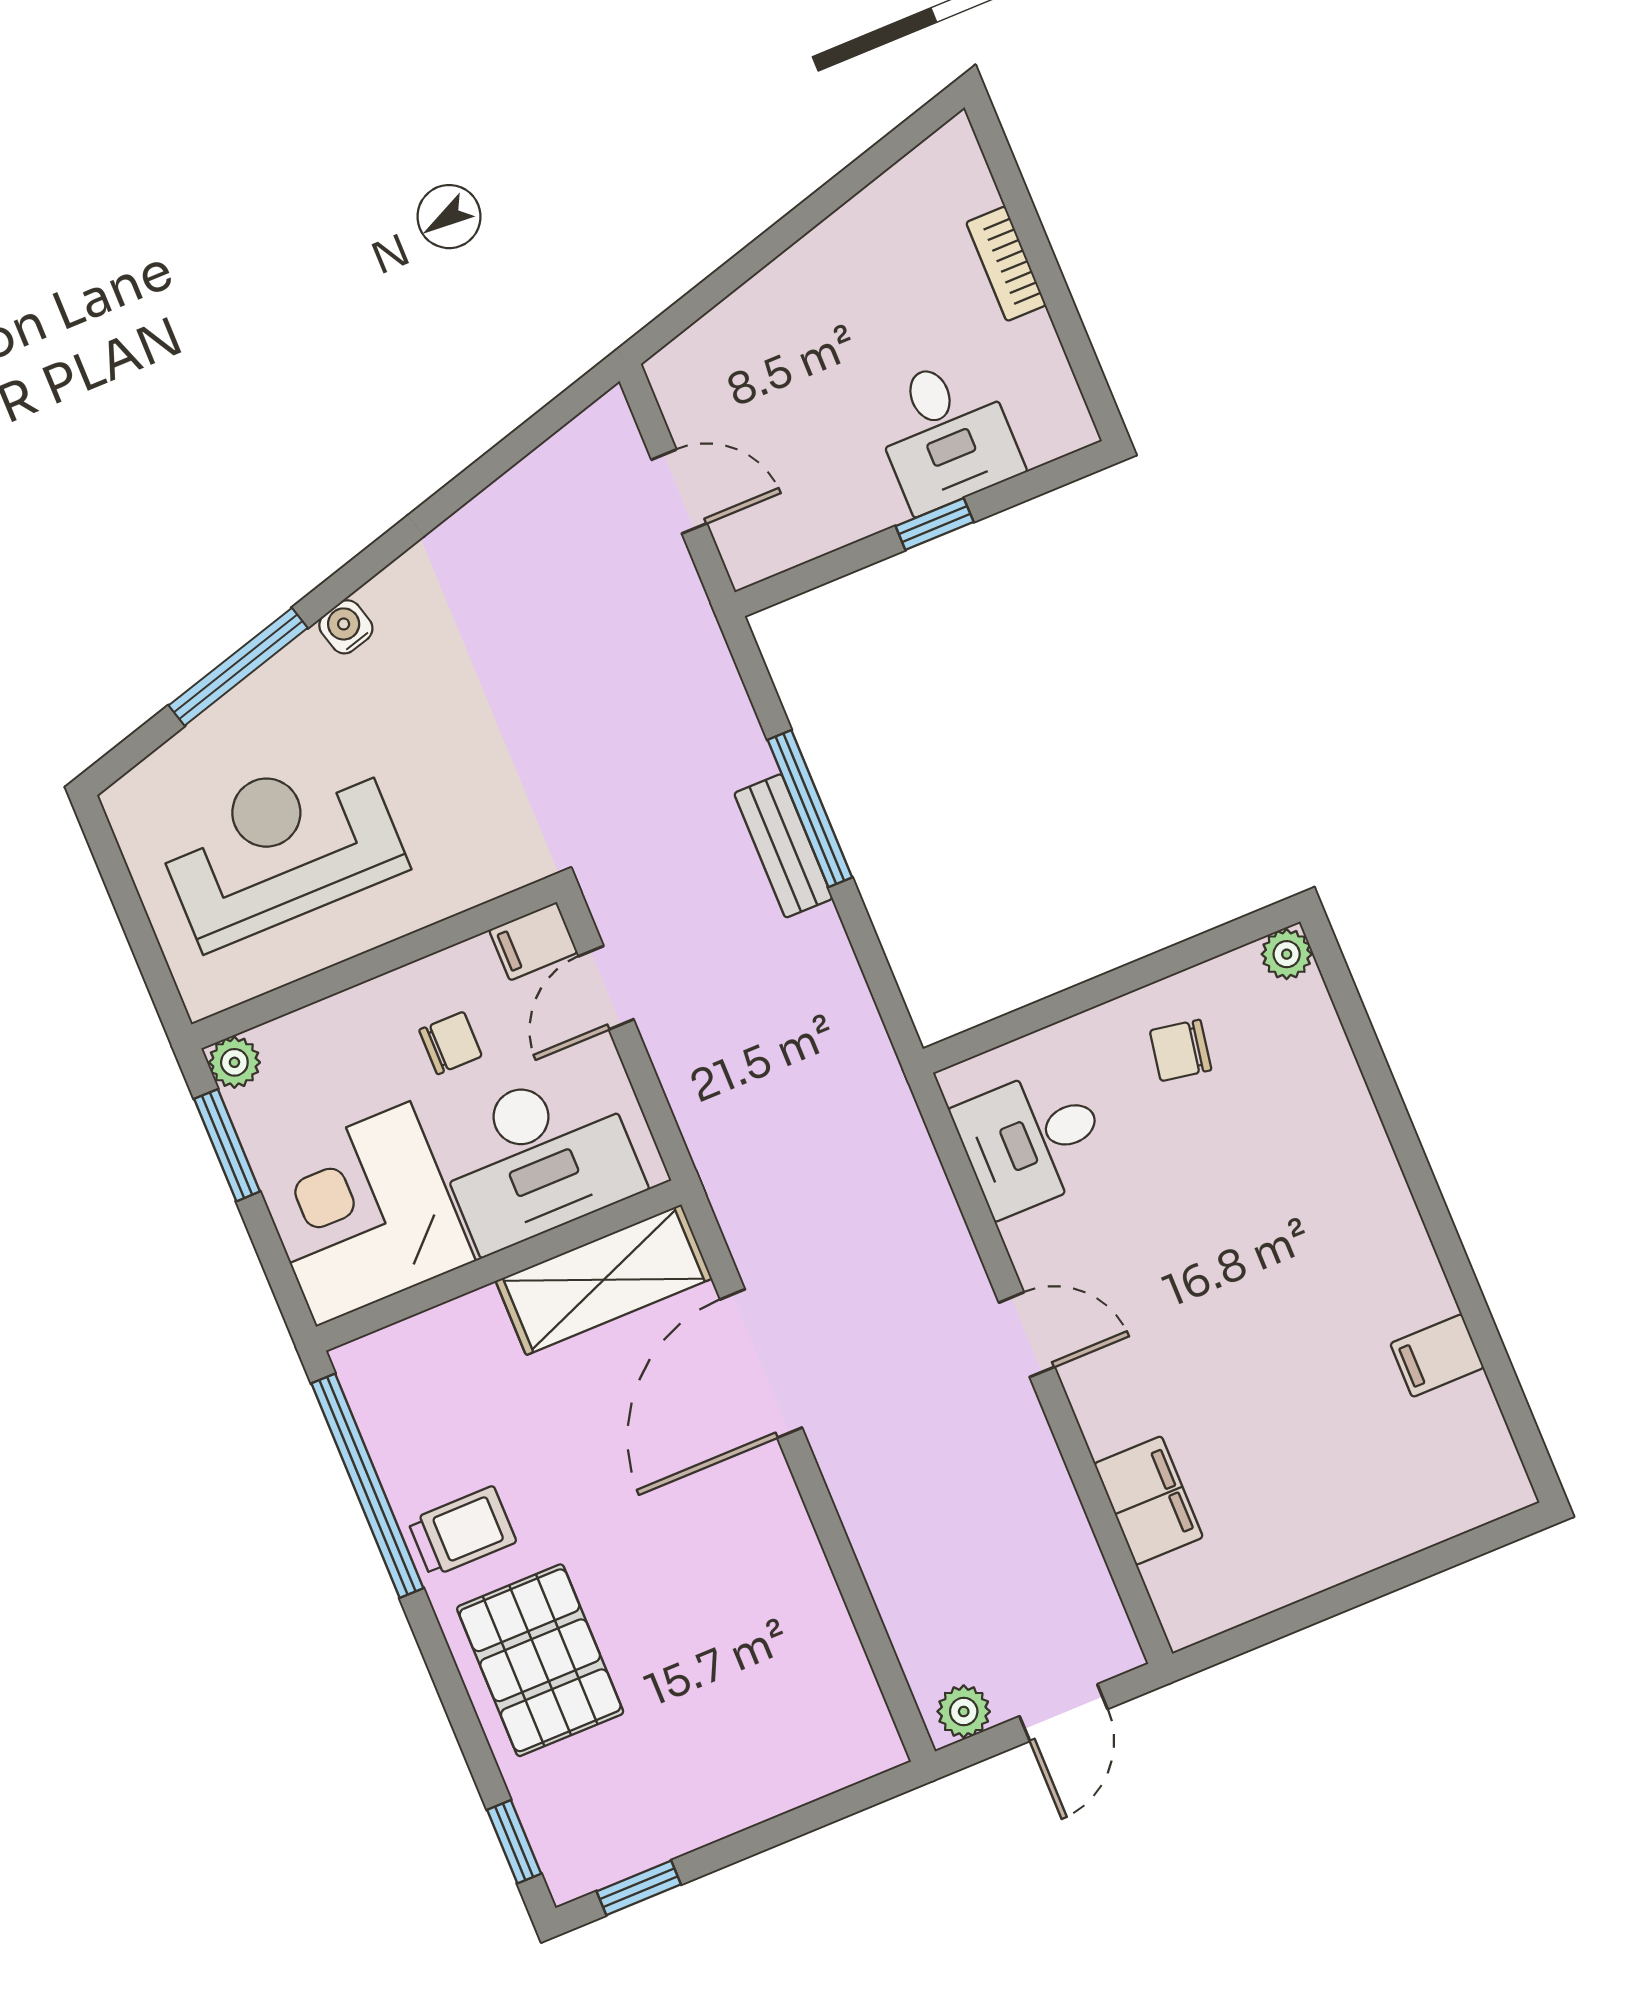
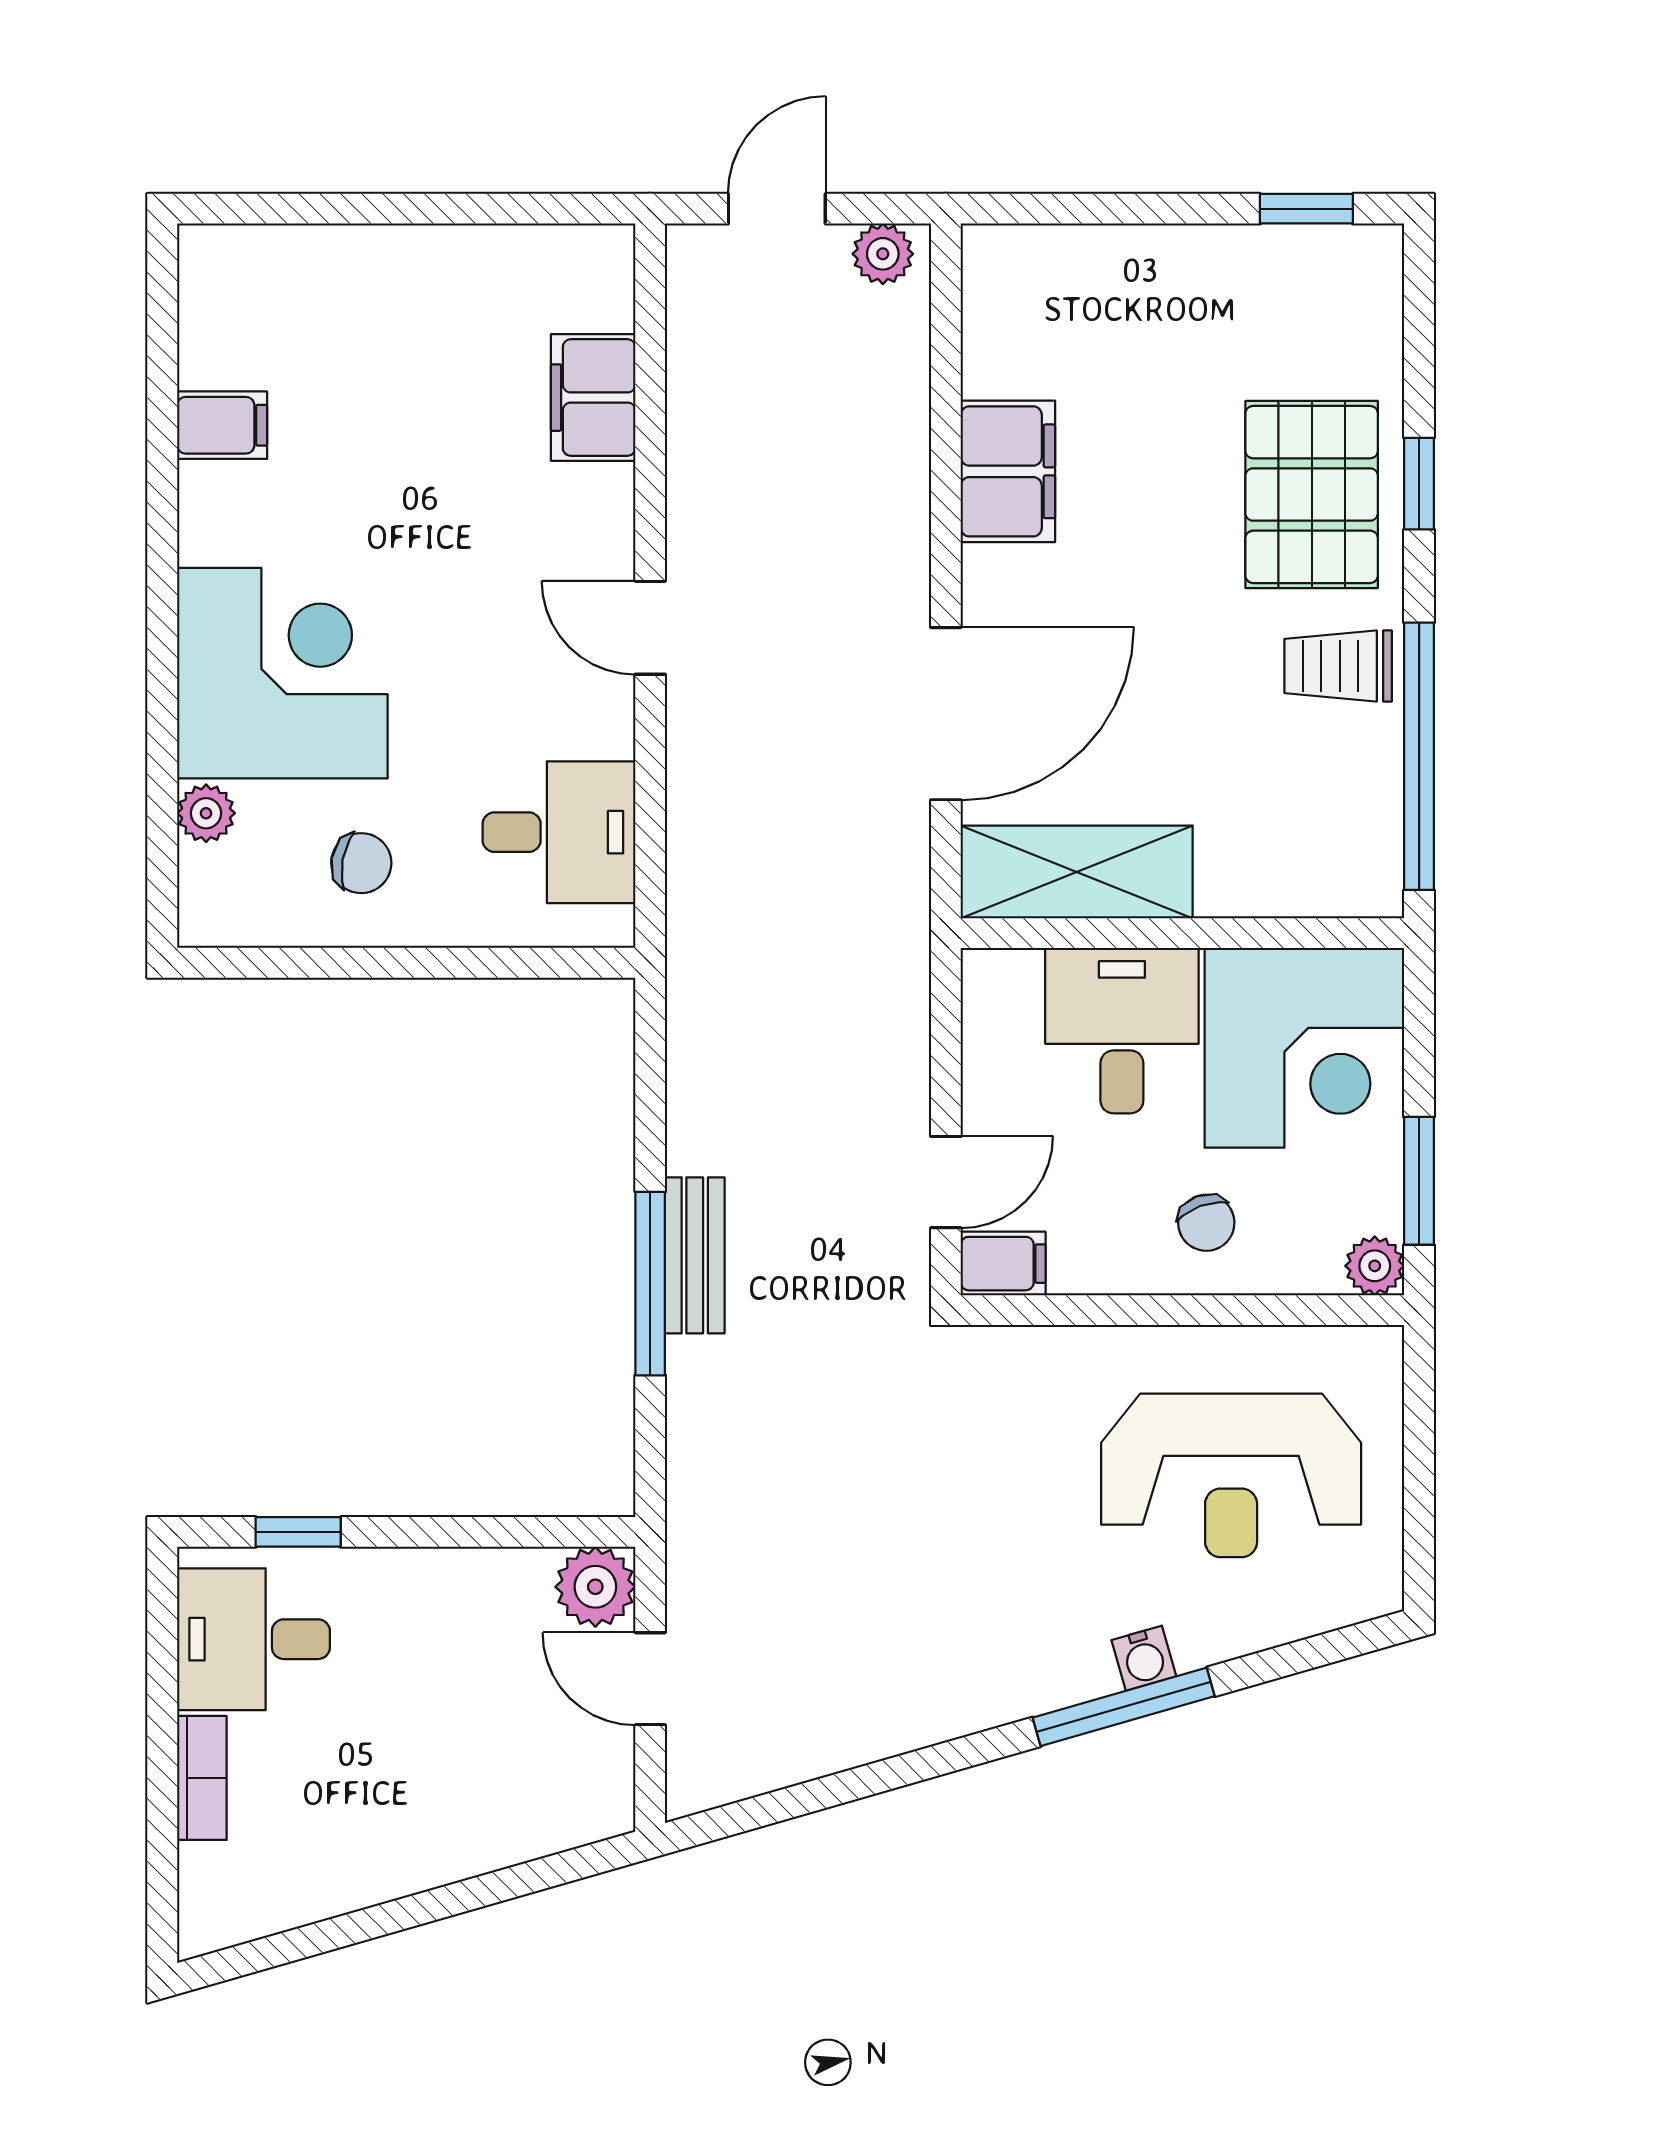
desk: (946, 434) -> (254, 1639), moved, turned -90
window: (935, 524) -> (298, 1532), moved
plant: (754, 547) -> (595, 1587), added
water cooler: (346, 627) -> (1144, 1658), moved
window: (238, 667) -> (1124, 1707), moved
plant: (1287, 954) -> (206, 813), moved
chair: (451, 1043) -> (1206, 1223), moved, turned -110
desk: (538, 1158) -> (1122, 1031), width x0.73
corner desk: (1307, 1177) -> (282, 673), added
filing cabinet: (791, 1578) -> (1008, 471), added
window: (514, 1842) -> (1419, 484), moved

